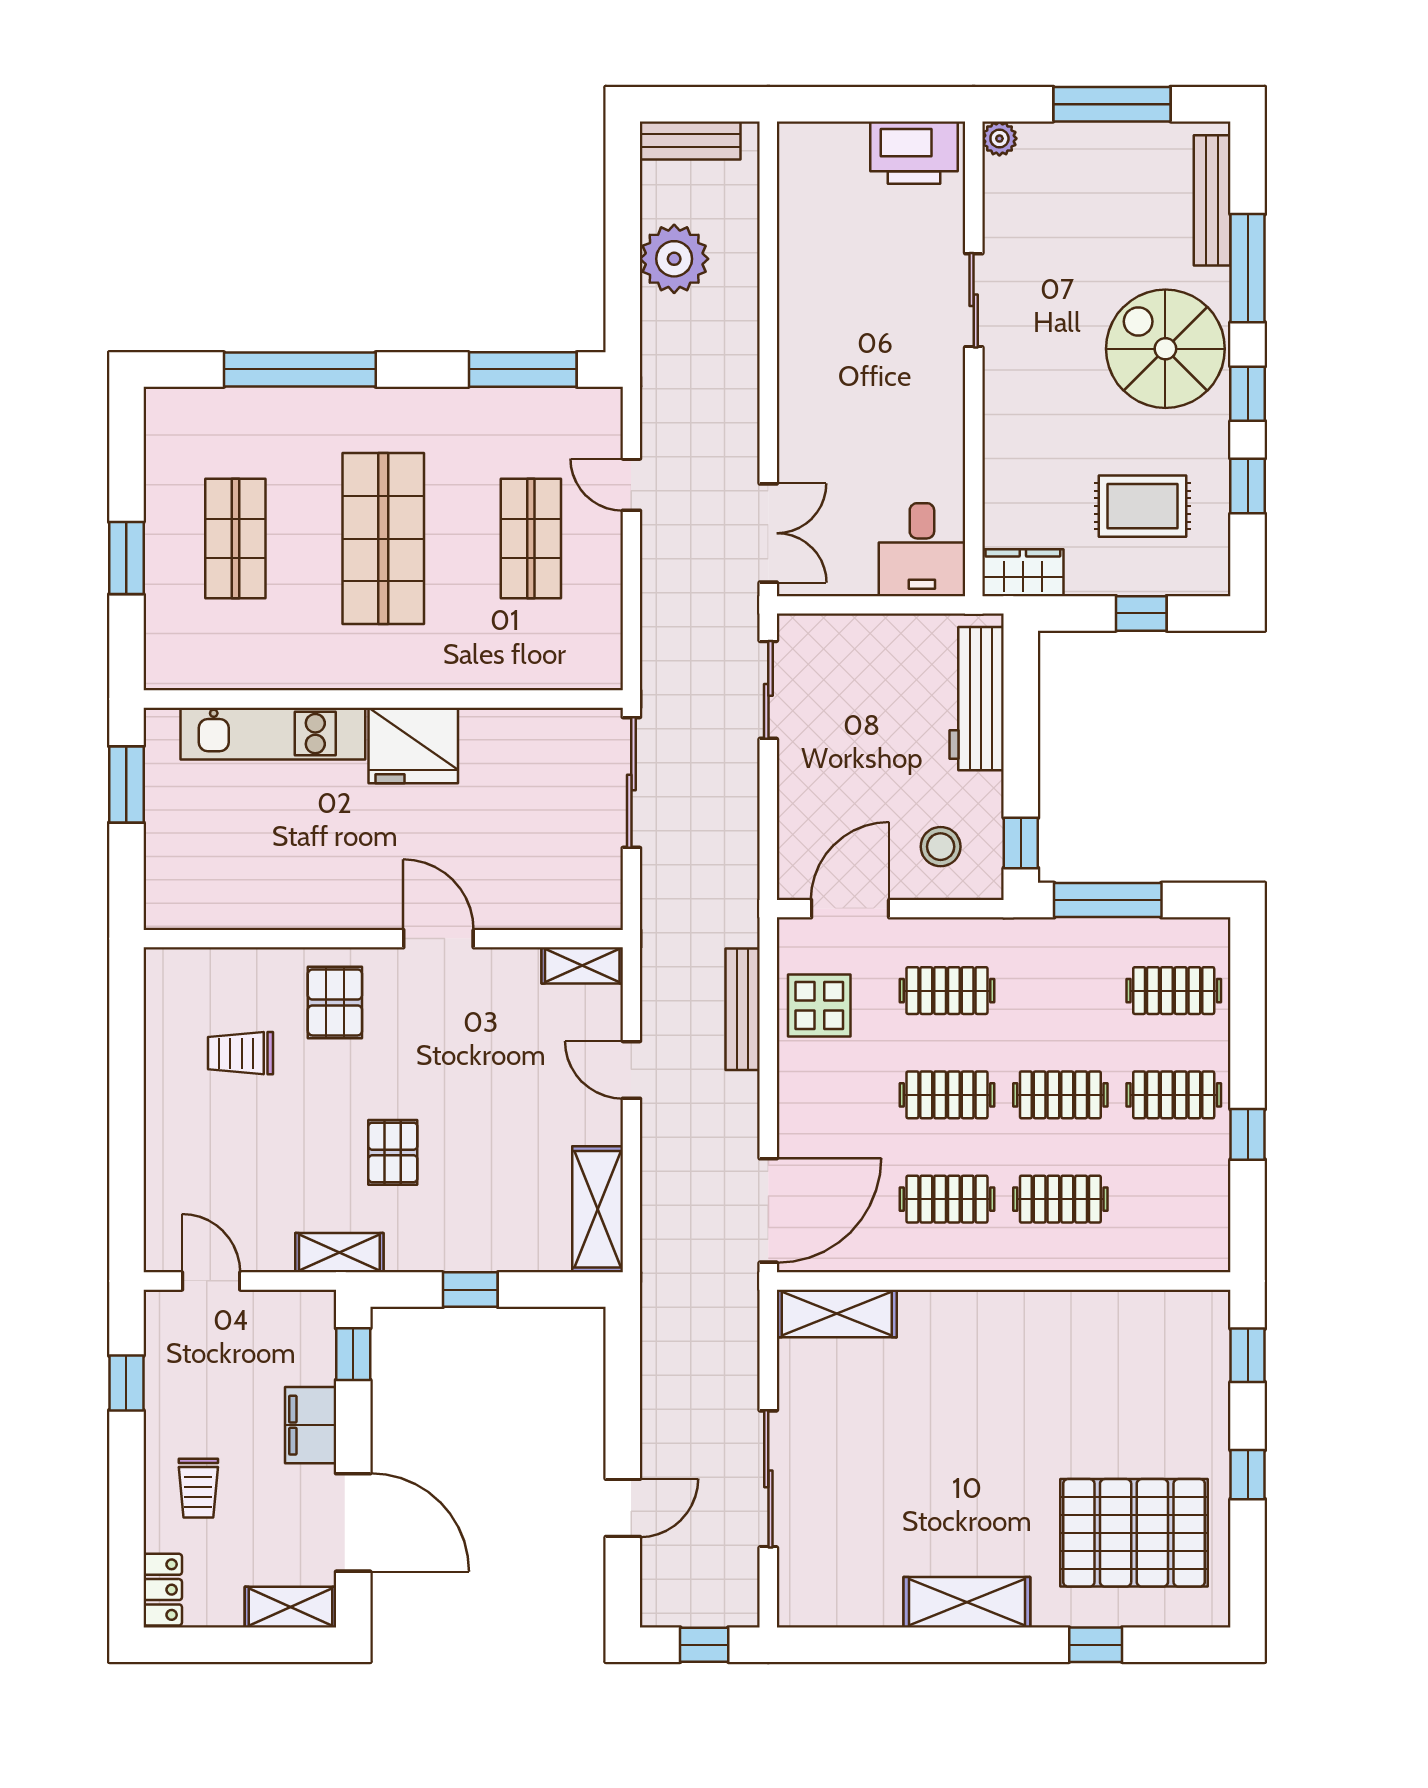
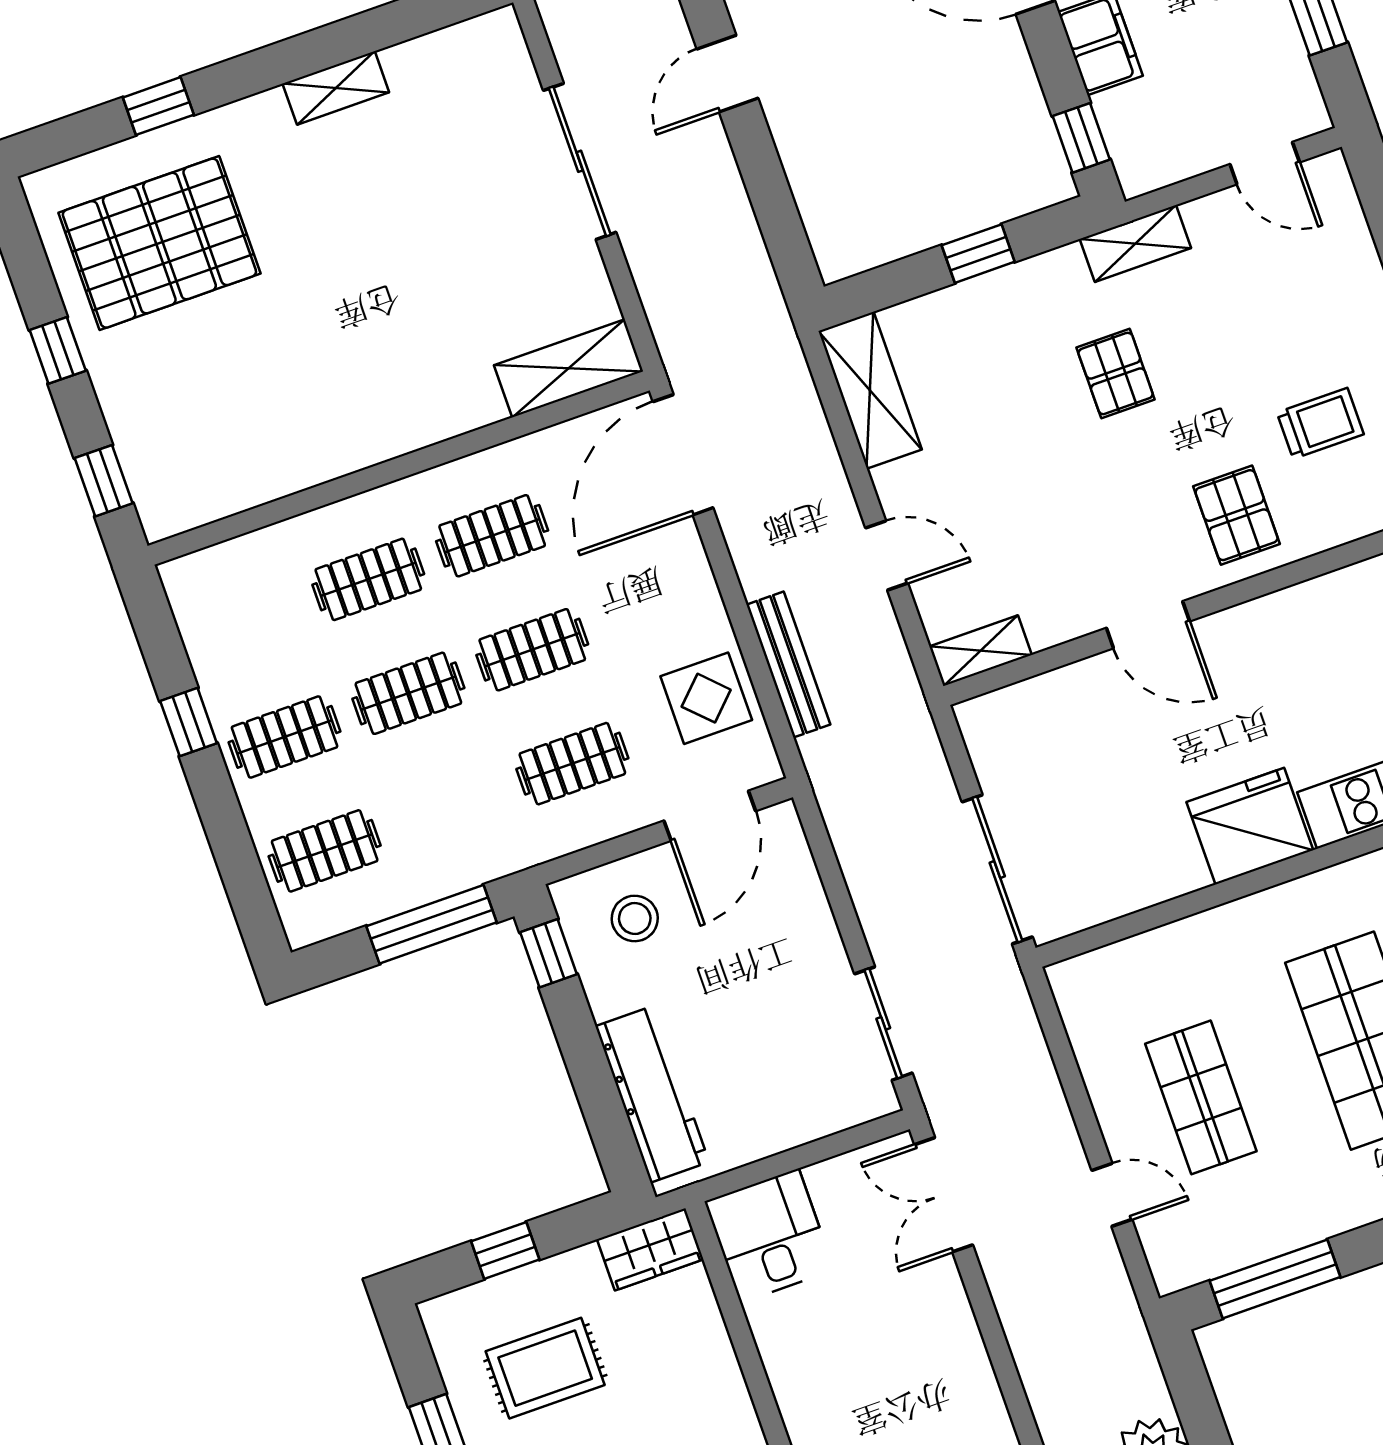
shelving: (967, 1602) -> (336, 88), width x0.67, depth x0.75

